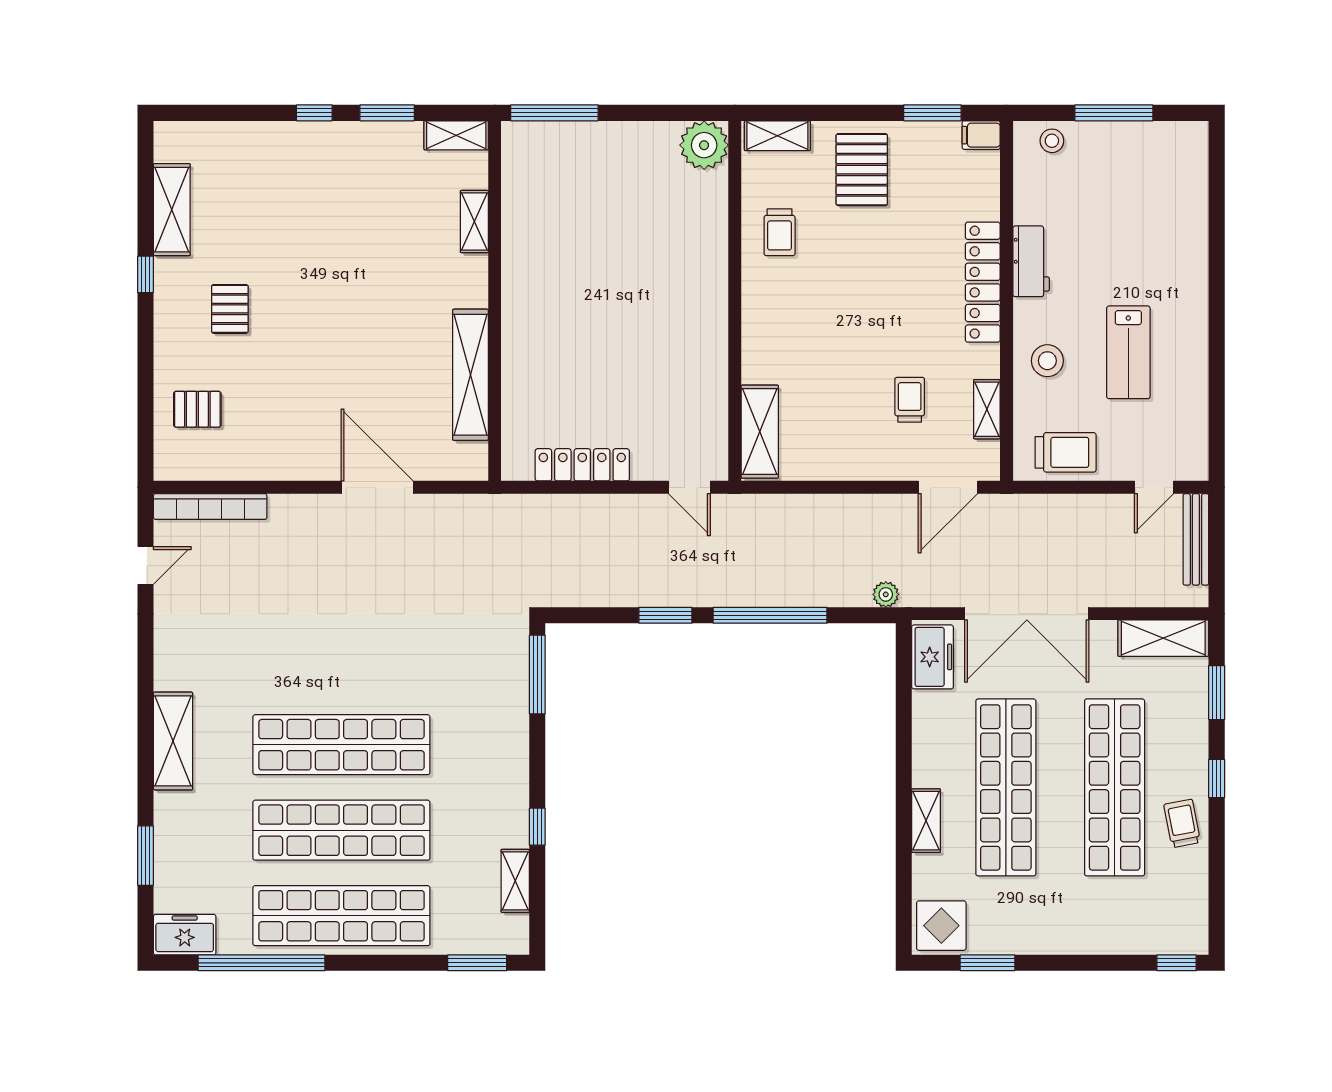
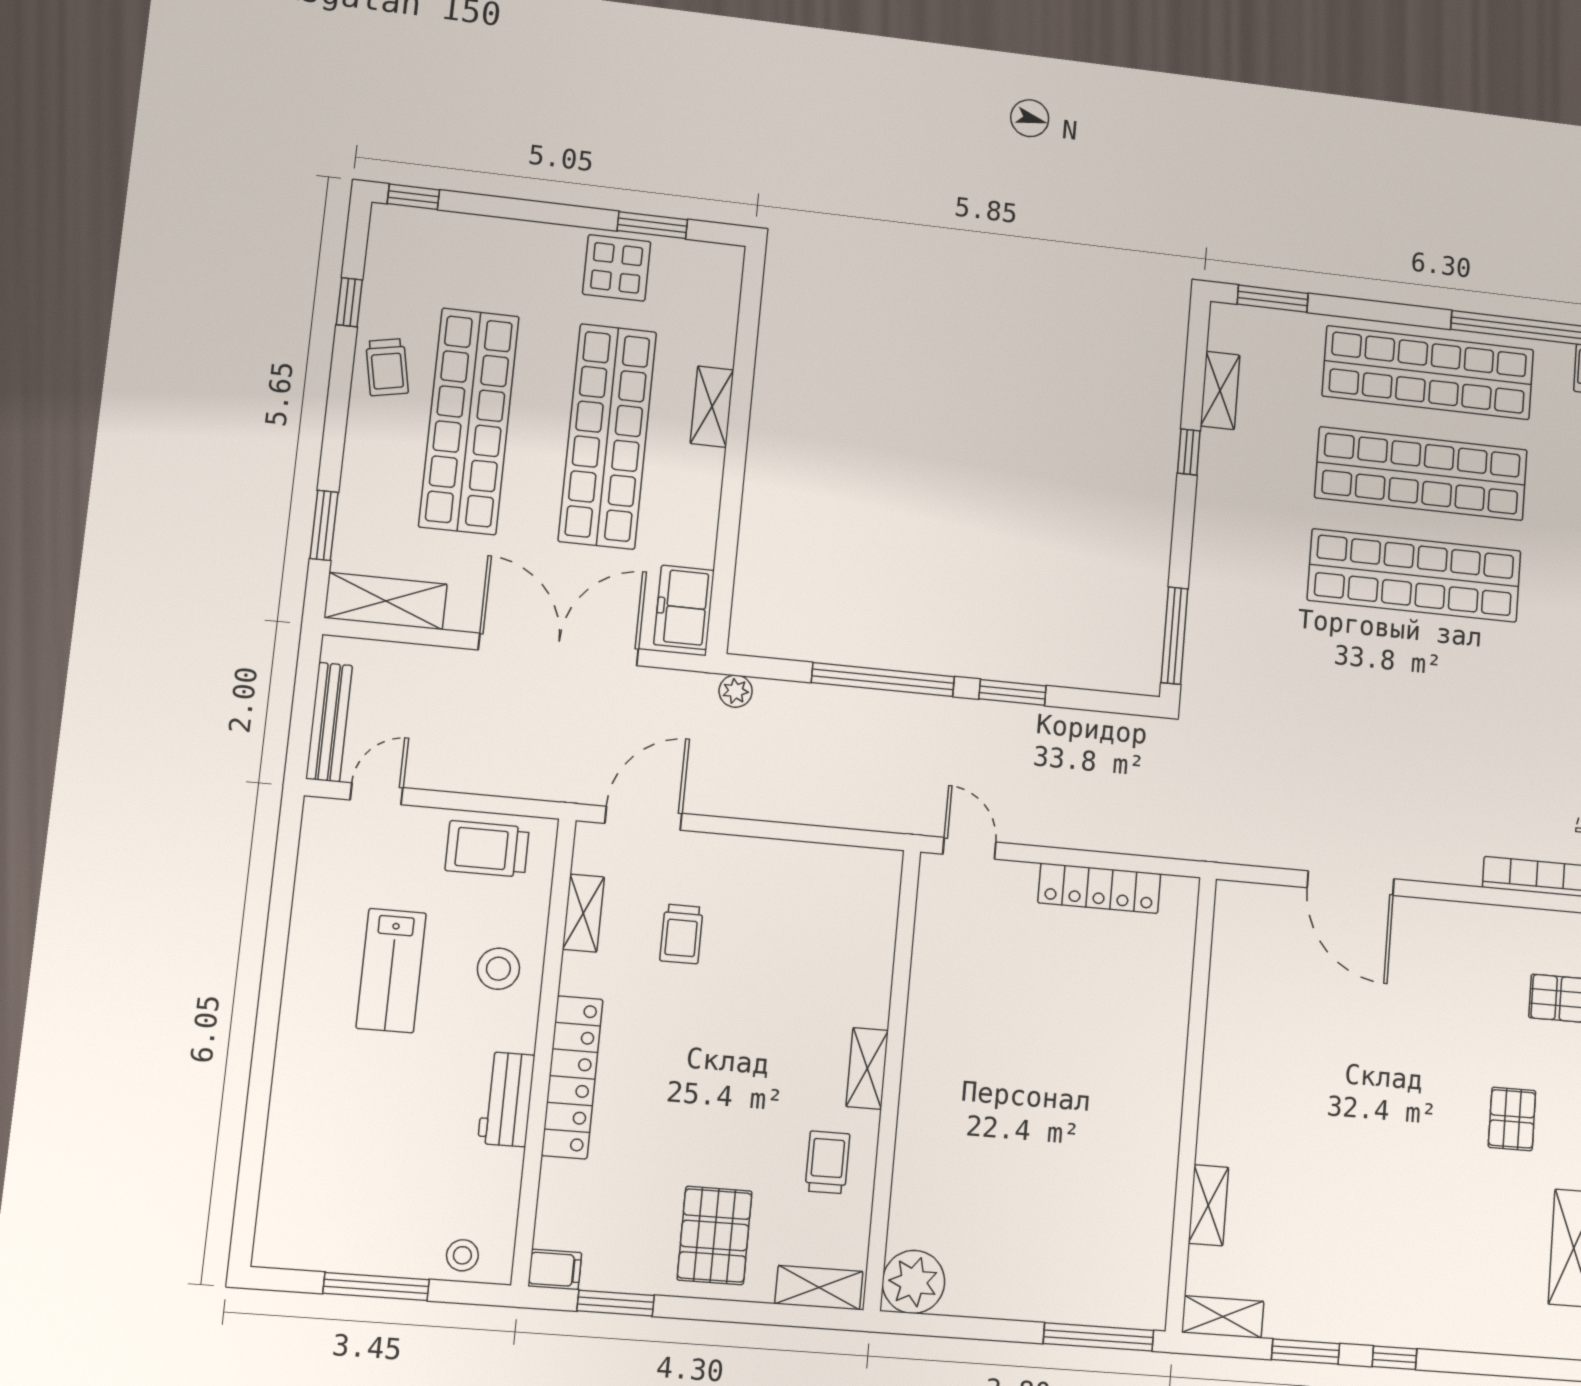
lab bench: (1128, 352) -> (391, 971), turned 180
shelving: (470, 375) -> (1228, 1013), removed
shelving: (760, 432) -> (867, 1068), moved, width x0.67, depth x0.75
window: (1217, 778) -> (349, 302), moved
display table: (941, 926) -> (617, 268), moved

